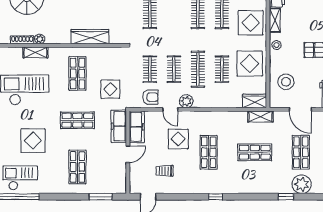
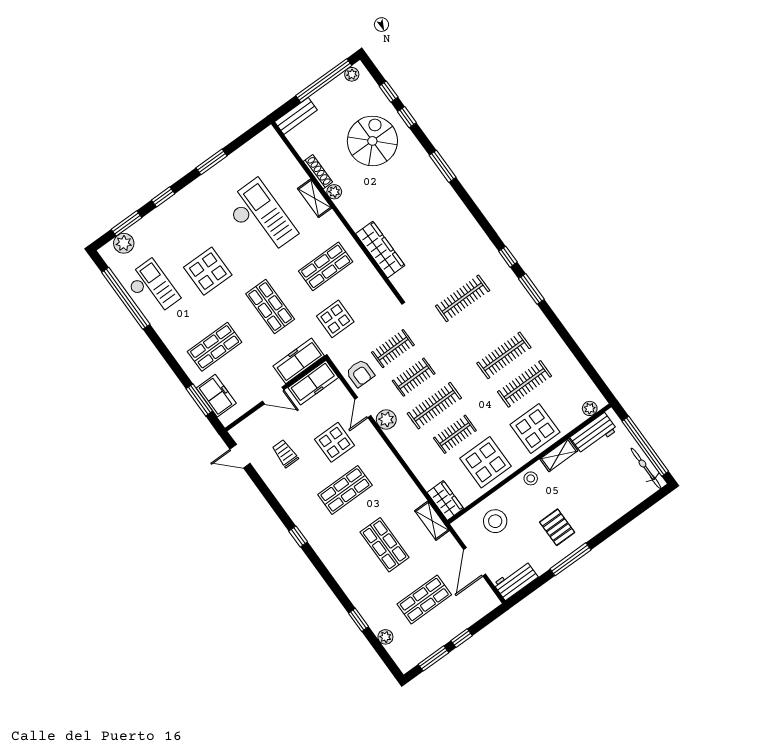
plant: (302, 184) -> (385, 637), width x0.53, depth x0.53
freezer: (105, 186) -> (216, 396), added

